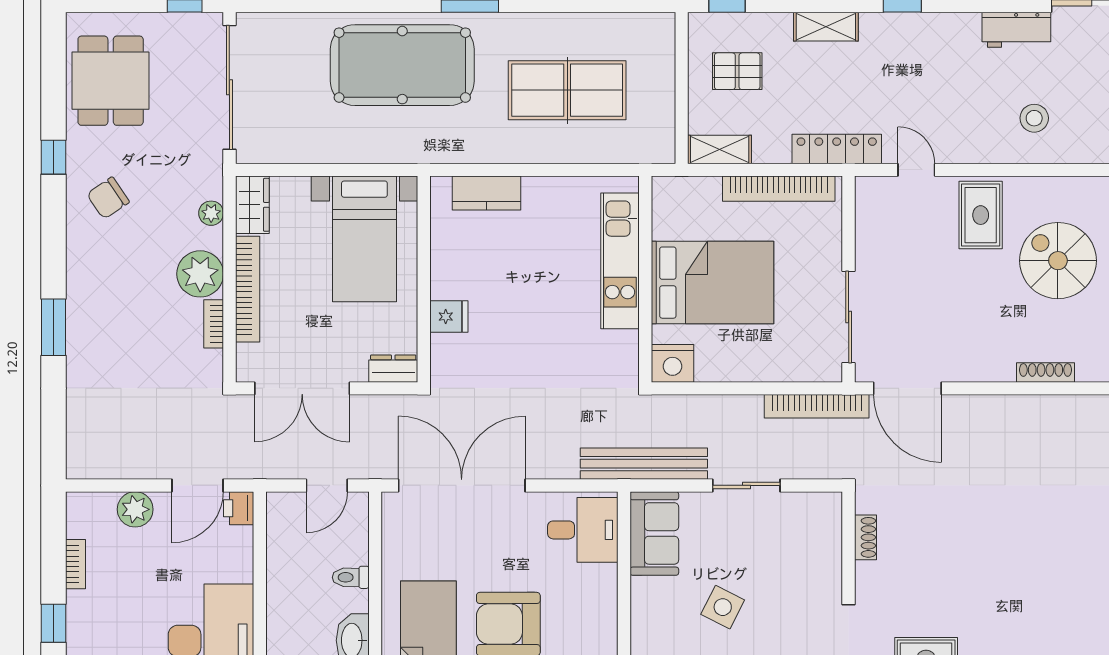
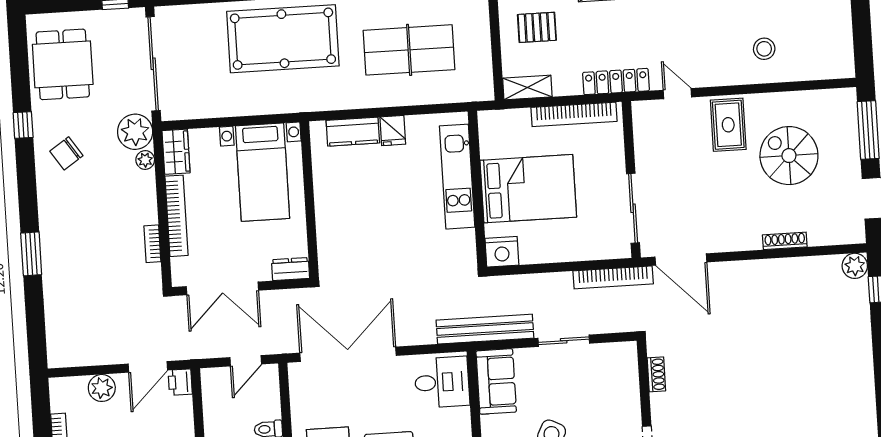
plant: (200, 274) -> (135, 132), moved
fridge: (449, 317) -> (393, 131), moved, turned 90

